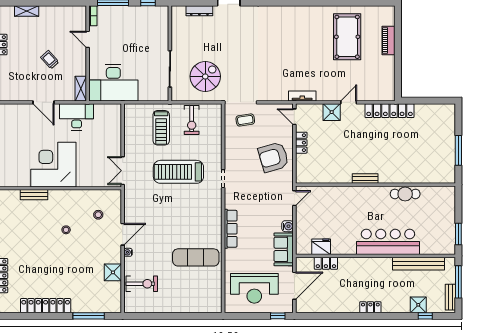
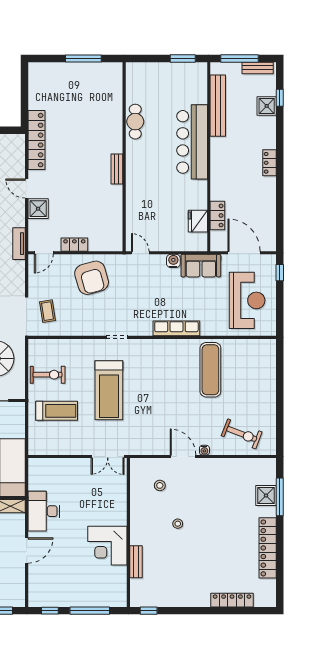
corner desk: (53, 165) -> (107, 546), width x0.74, depth x0.74
shower: (113, 272) -> (266, 496), moved
exercise bike: (142, 284) -> (242, 434), turned 111

